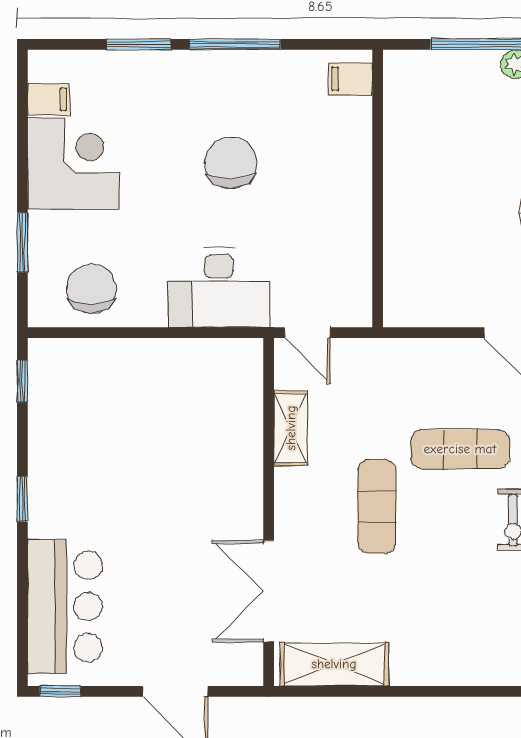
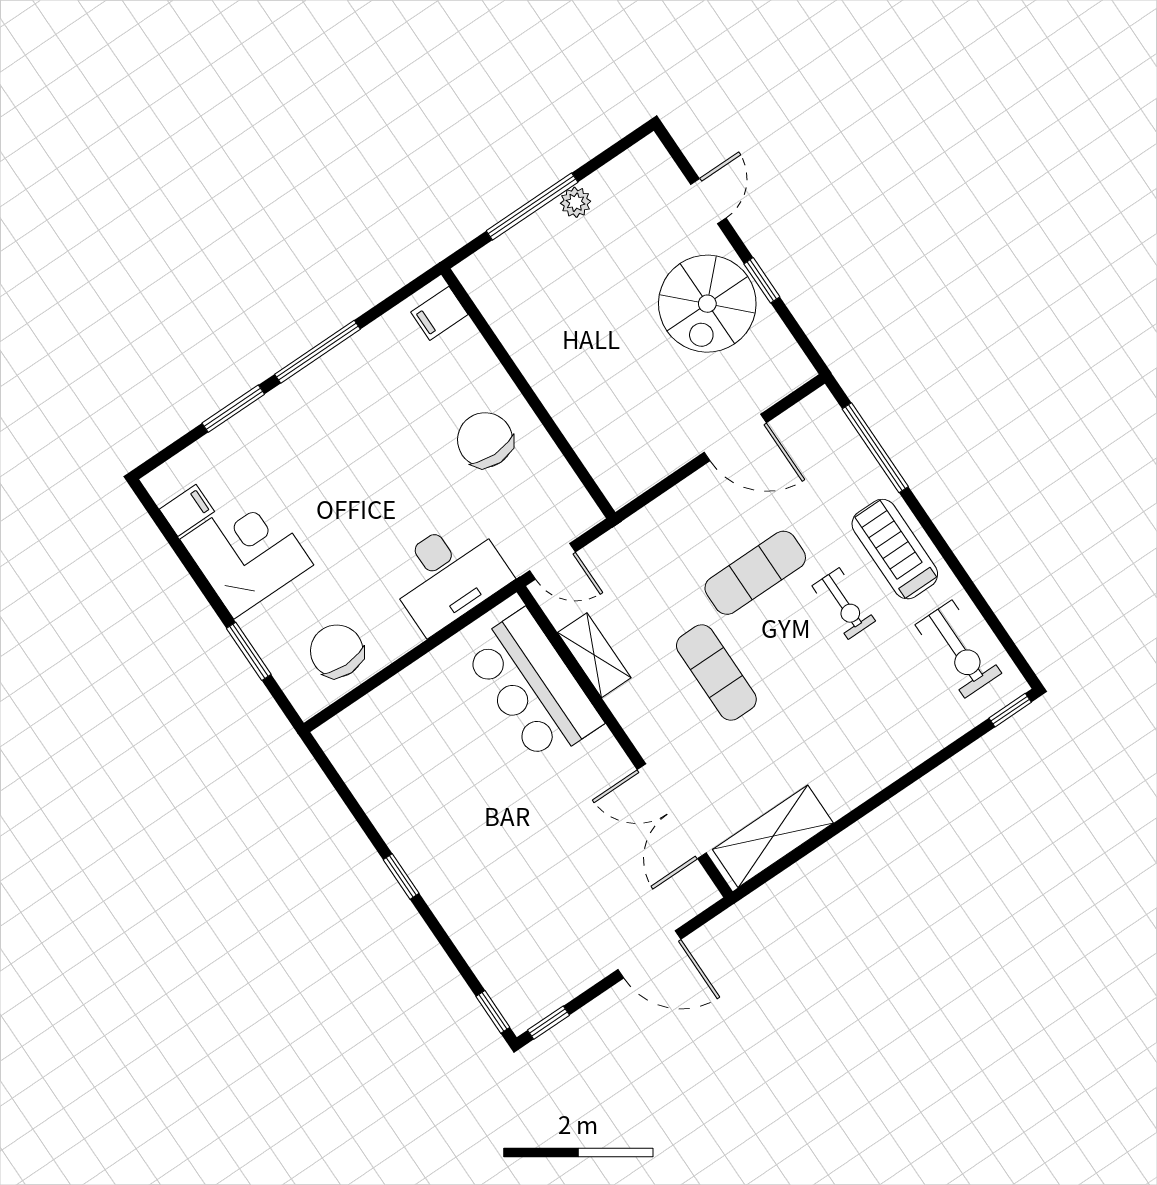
chair: (231, 163) -> (485, 440), moved
window: (22, 381) -> (493, 1012), moved
bar counter: (65, 607) -> (533, 687), moved, turned 180

